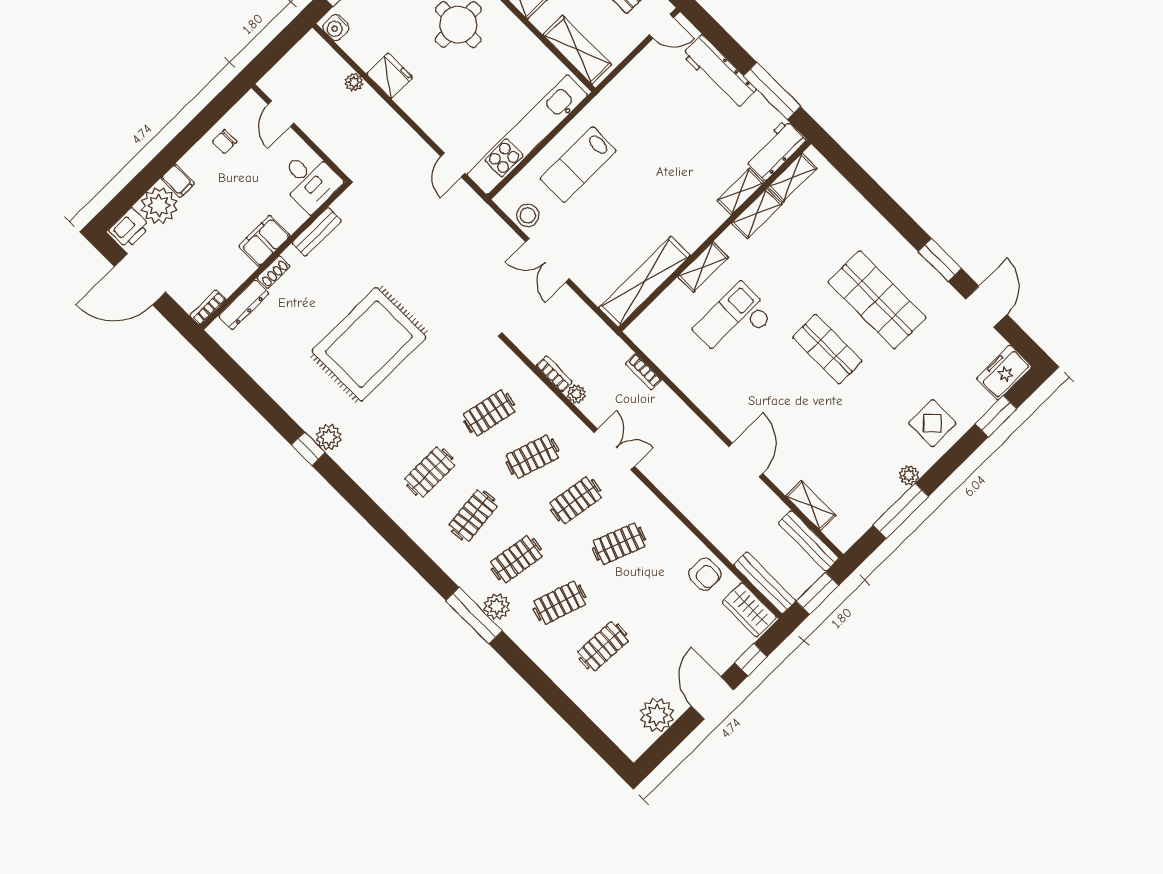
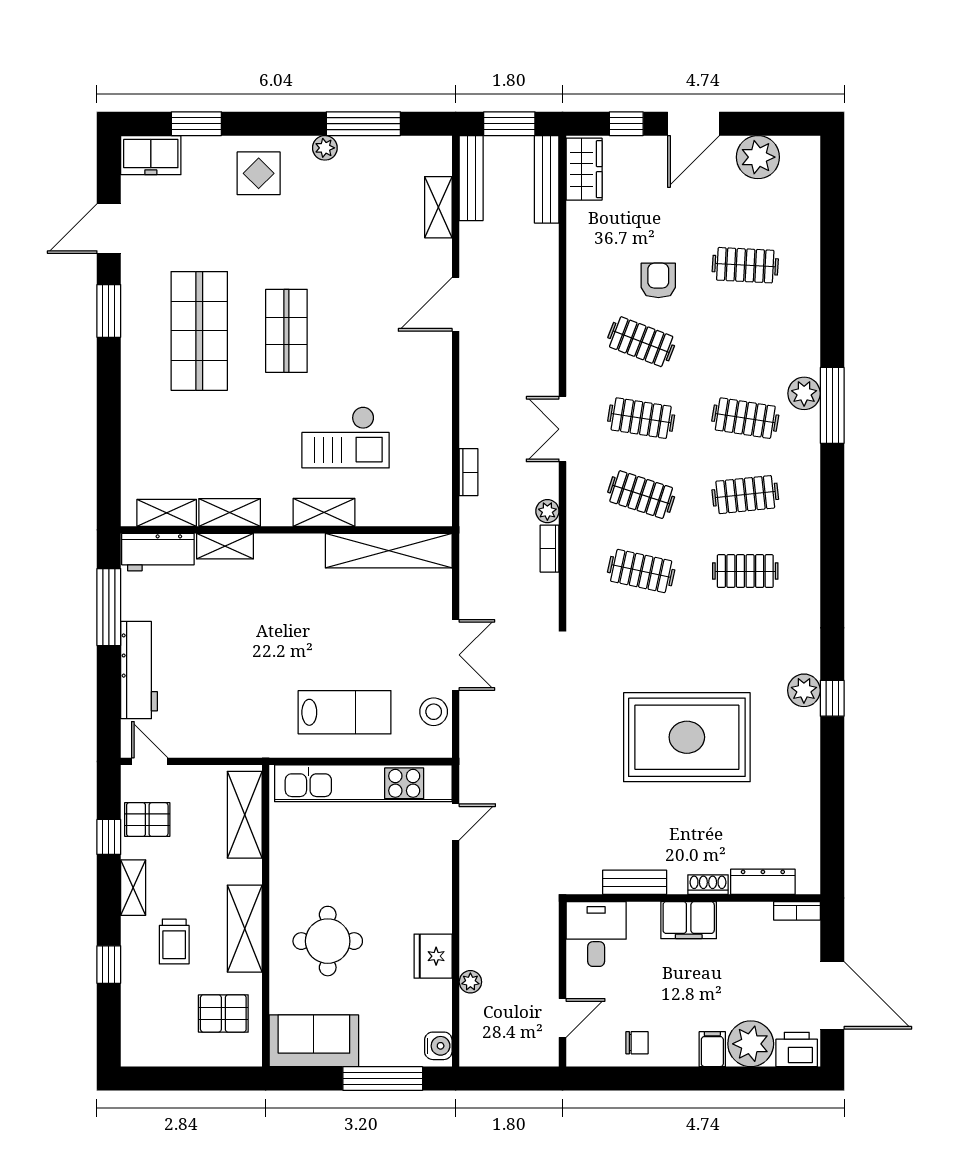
armchair: (705, 574) -> (658, 280), moved
clothes rail: (560, 603) -> (745, 342), removed

